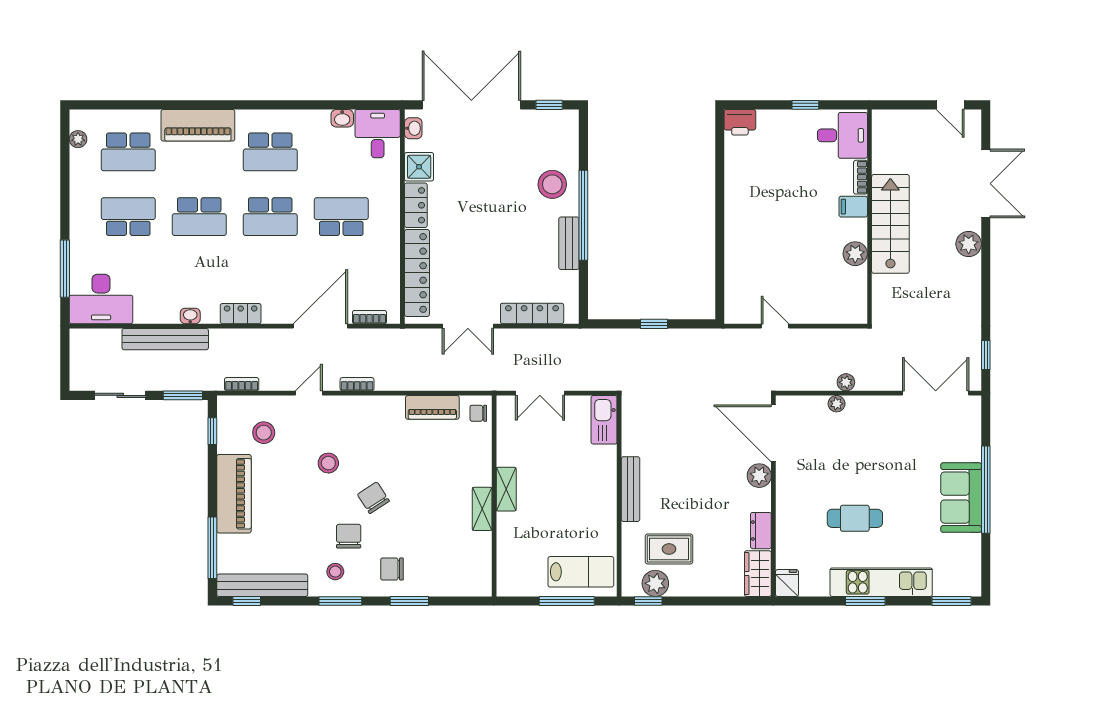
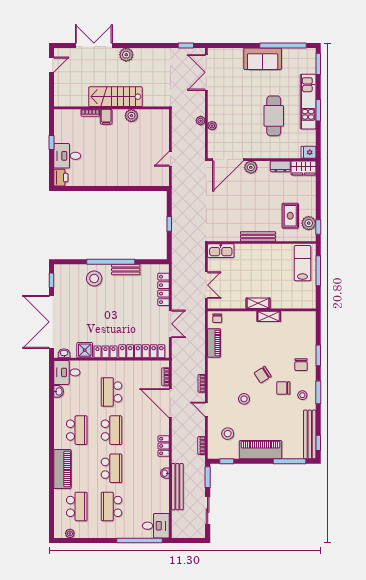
desk: (842, 135) -> (67, 156), moved, turned -90
window: (65, 269) -> (140, 541), width x1.46
desk: (101, 299) -> (156, 526), width x0.73
window: (986, 490) -> (283, 45), moved
cafe table: (855, 518) -> (274, 116), width x1.37, depth x1.35

